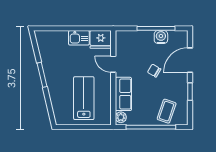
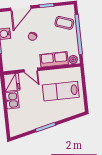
door: (190, 60) -> (21, 8), hinge flipped
door: (113, 64) -> (31, 70), hinge flipped

